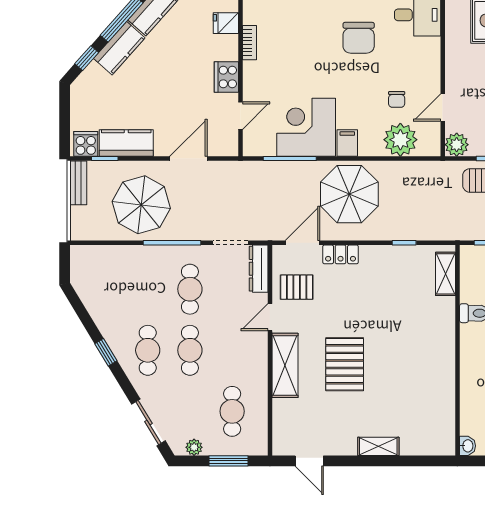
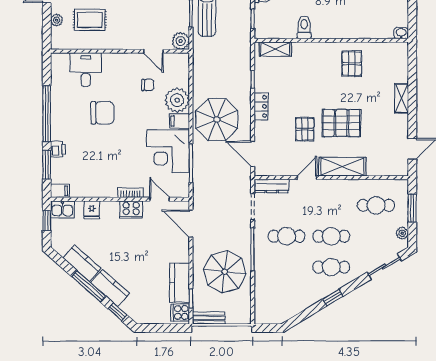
bookcase: (249, 43) -> (131, 193), moved
plant: (400, 140) -> (177, 100), moved
door: (188, 159) -> (191, 224), moved
locker: (341, 254) -> (261, 106), moved
pallet: (297, 287) -> (305, 129), moved
door: (270, 317) -> (307, 178), swing flipped
pallet: (426, 378) -> (352, 64), added

